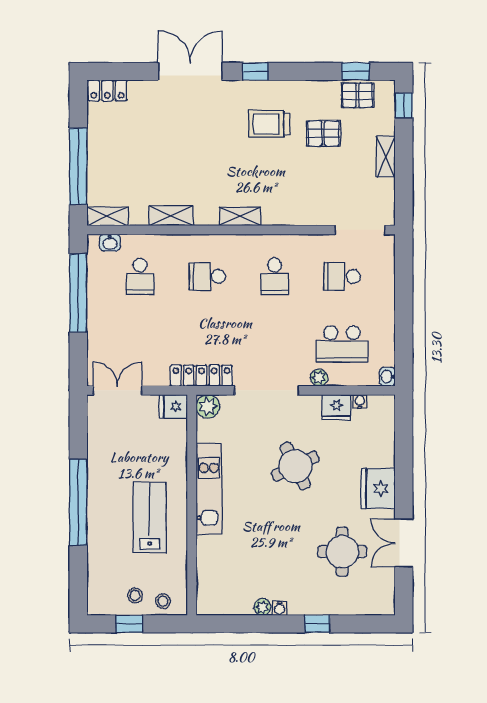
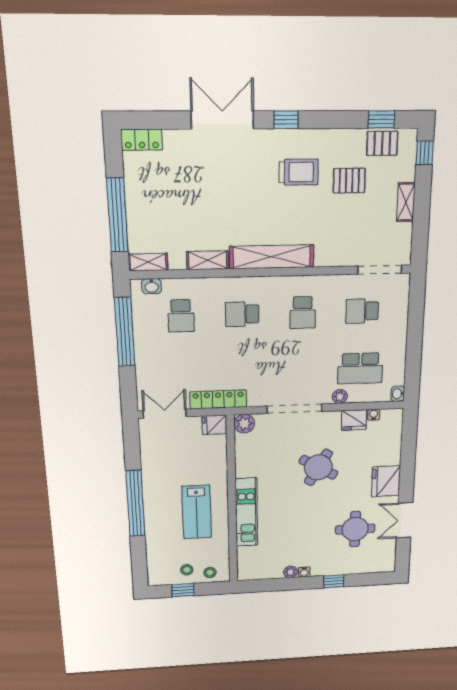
trolley: (269, 124) -> (299, 172), turned 180
shelving: (240, 216) -> (272, 257), width x2.20, depth x1.33
locker: (201, 376) -> (218, 399), moved
round table: (295, 466) -> (318, 467), turned -34
kitchen unit: (209, 489) -> (246, 512), moved
lab bench: (150, 517) -> (197, 512), turned 180

